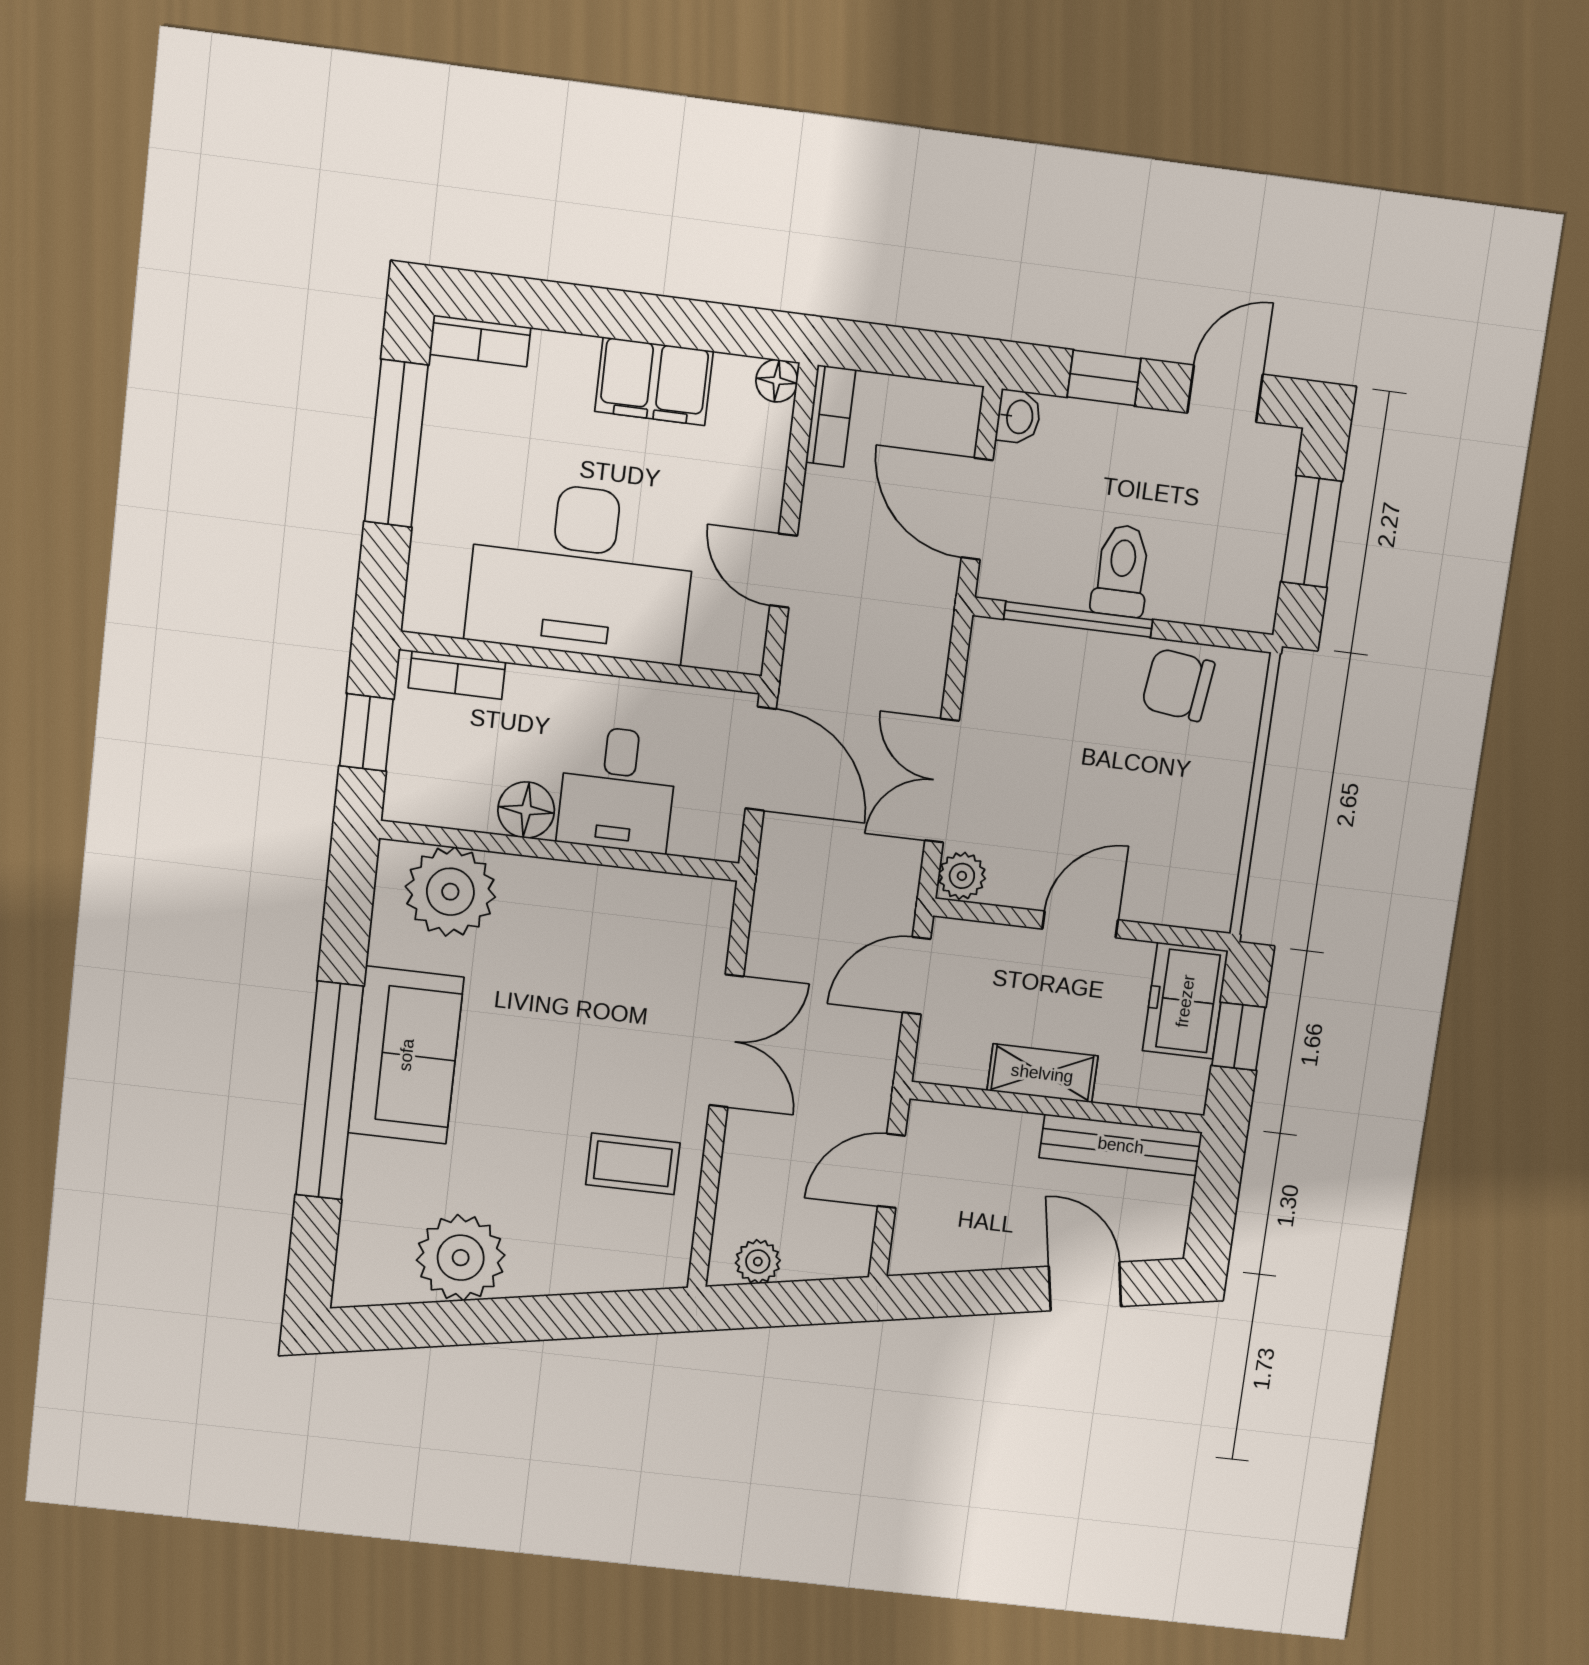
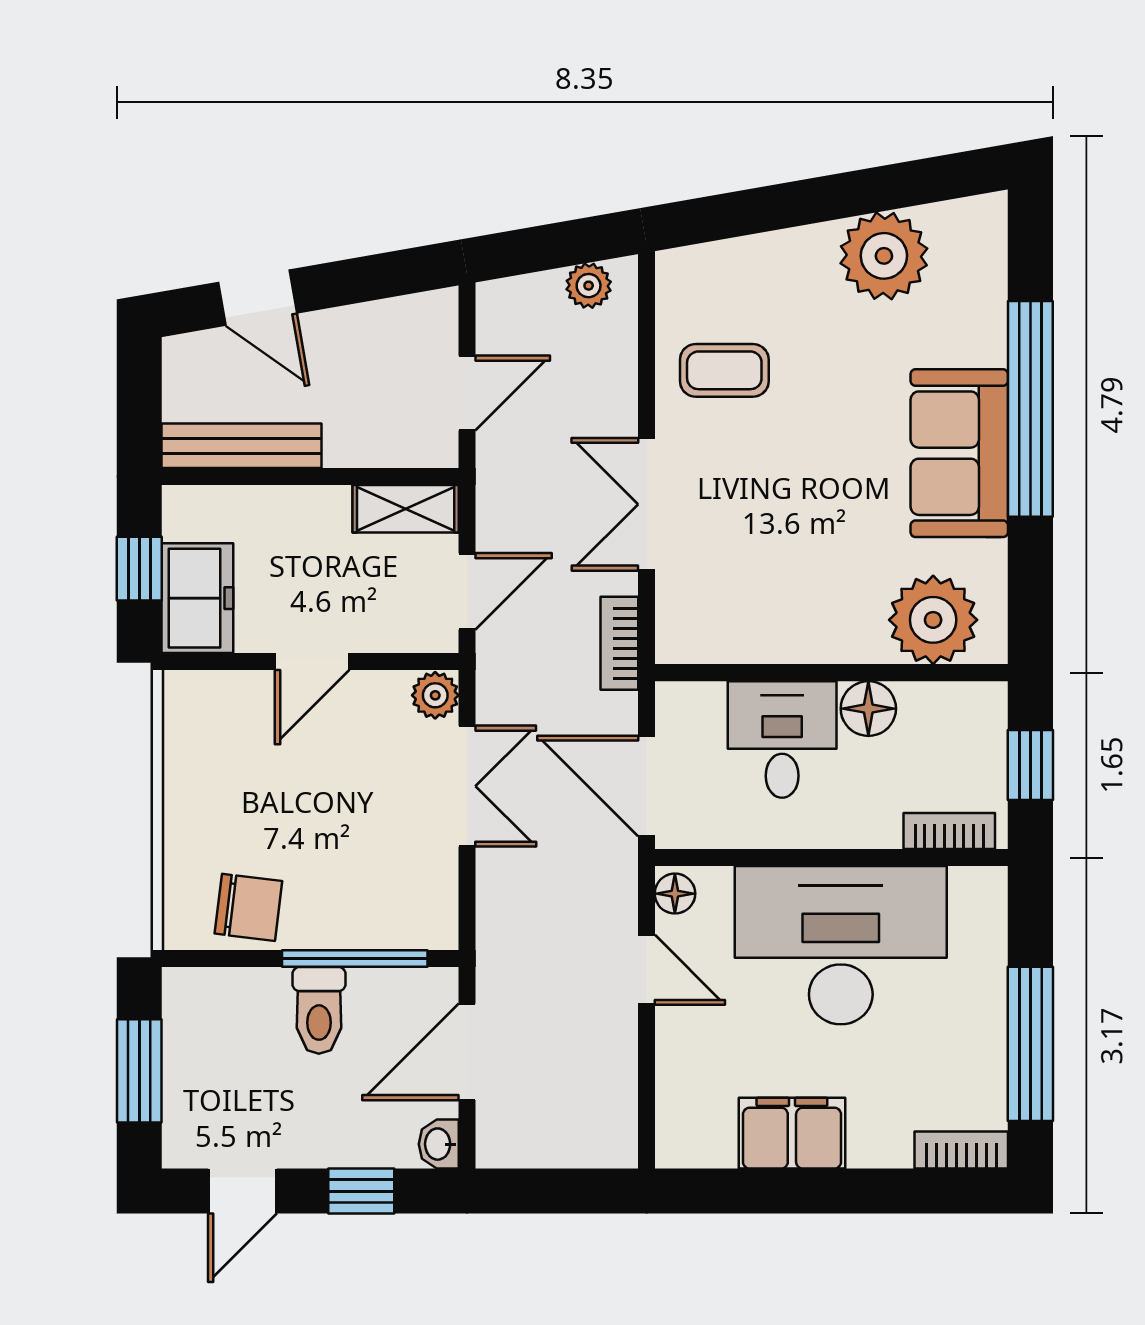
floor lamp: (777, 381) -> (675, 894), moved
bookcase: (831, 416) -> (619, 643), moved
door: (977, 509) -> (467, 1052), swing flipped
shelving: (1042, 1073) -> (406, 509), moved

